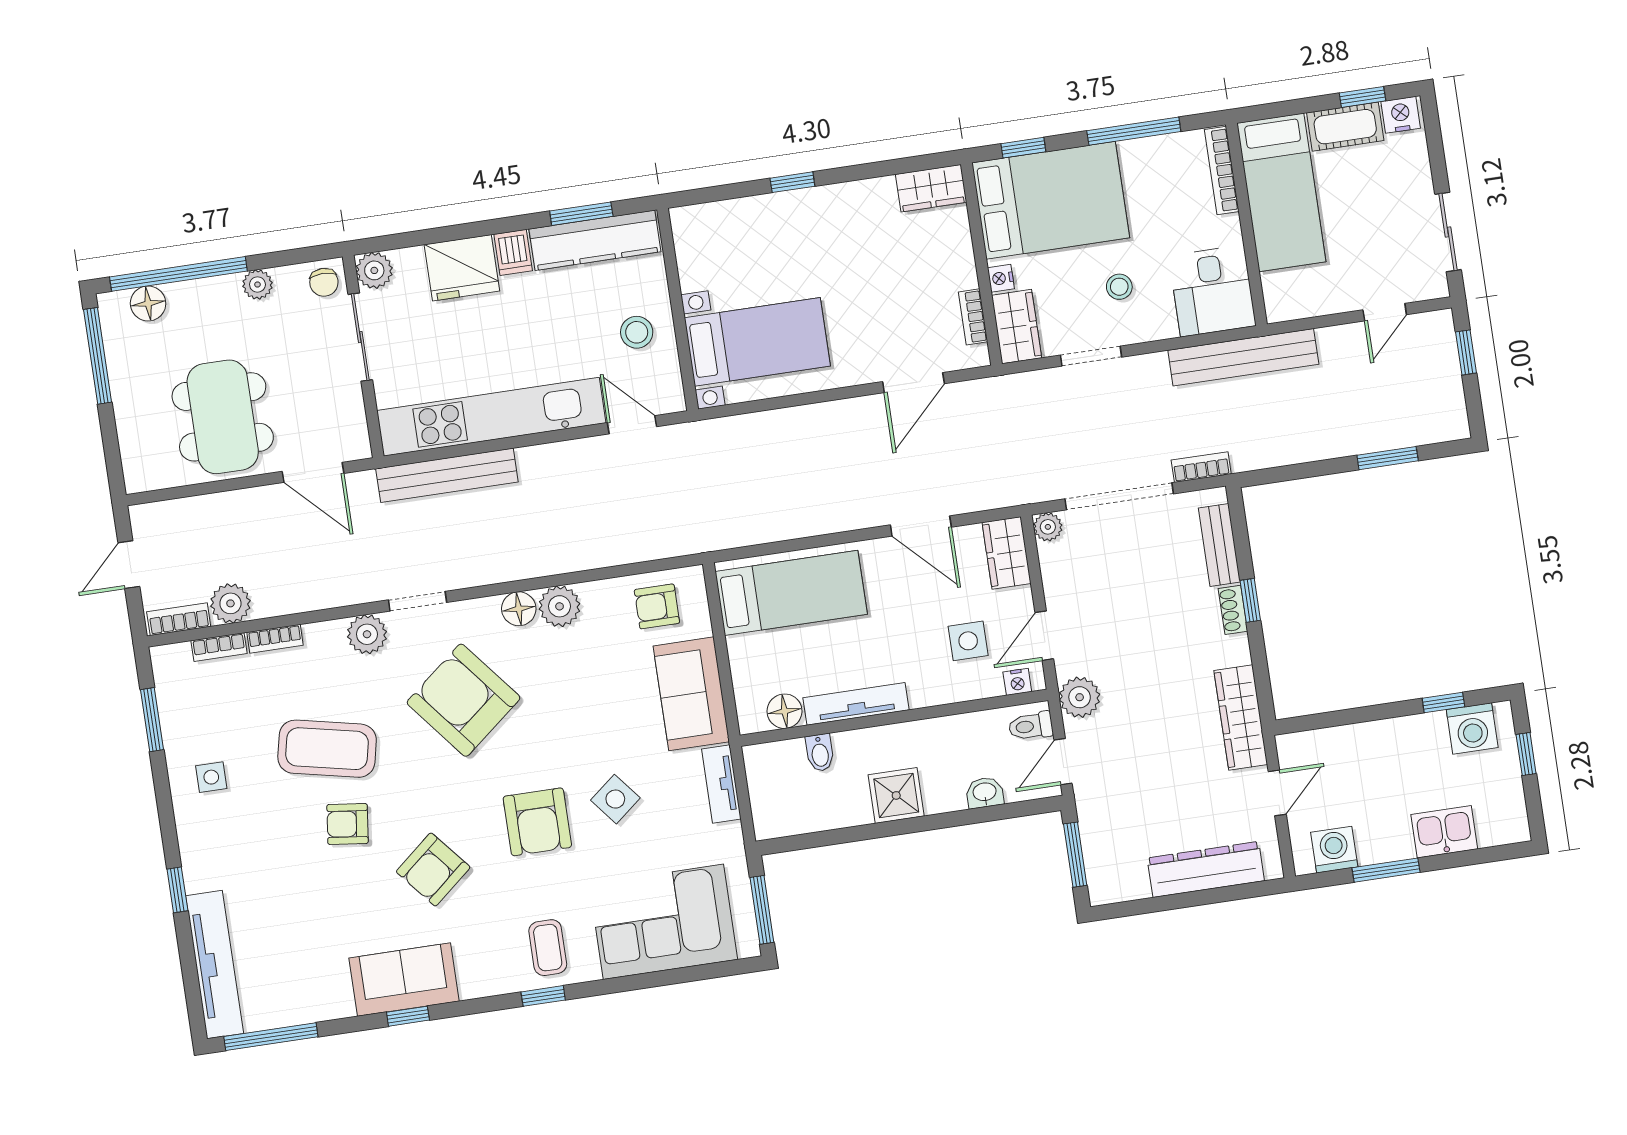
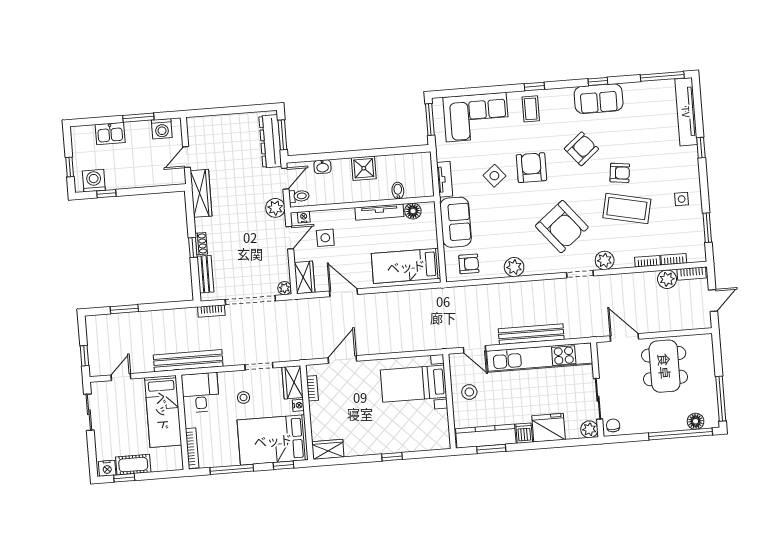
bed: (1281, 192) -> (163, 411), moved, turned 180
plant: (257, 284) -> (644, 427), removed
bench: (447, 475) -> (531, 334), moved
floor lamp: (519, 609) -> (533, 267), removed
dresser: (1206, 869) -> (270, 141), moved, turned 90

